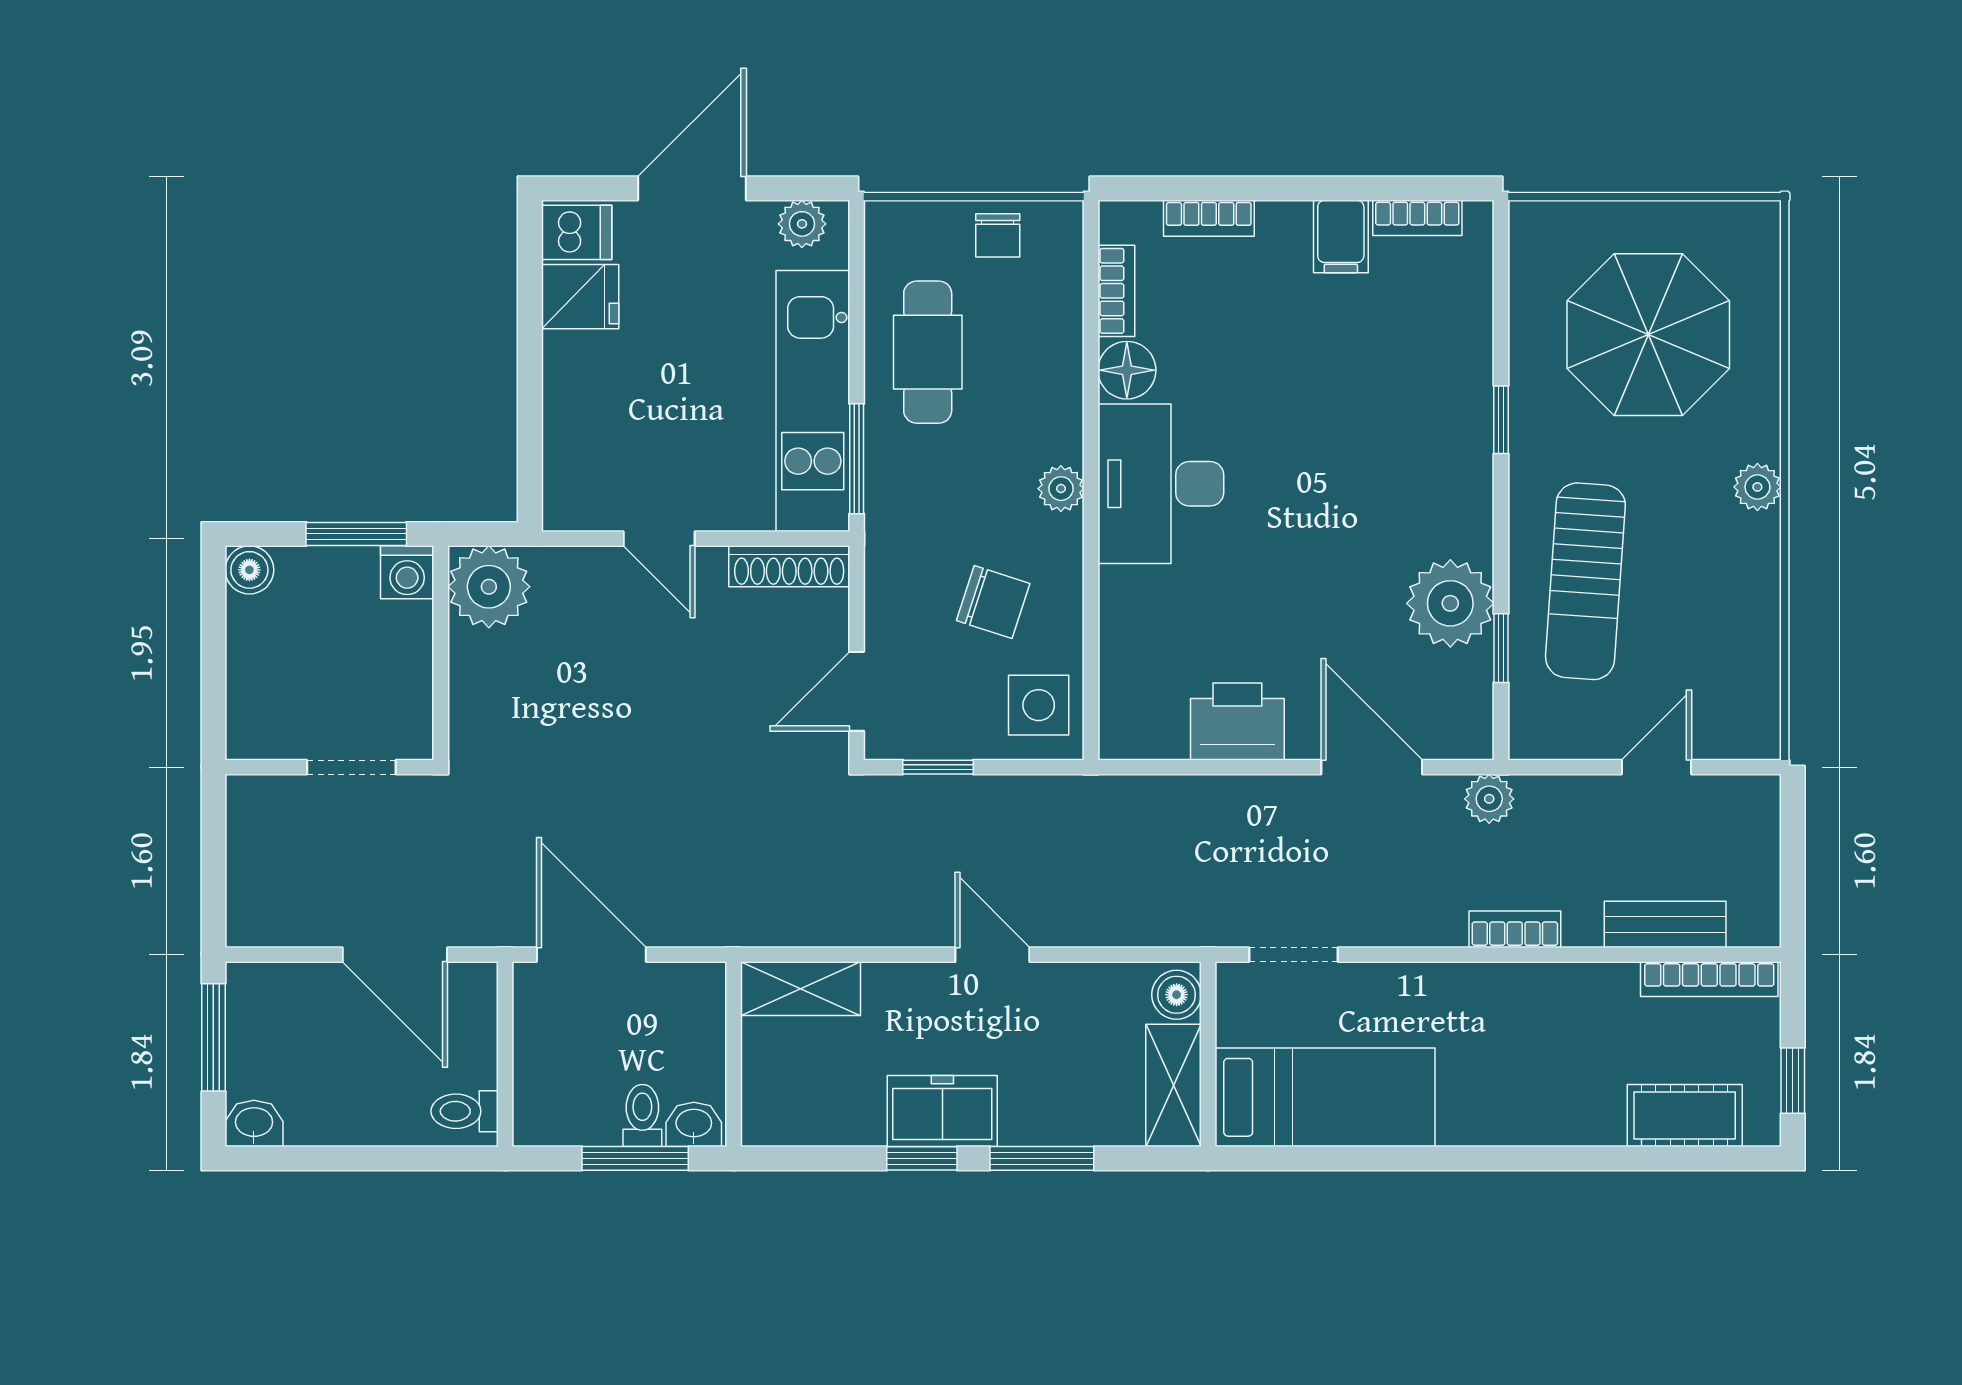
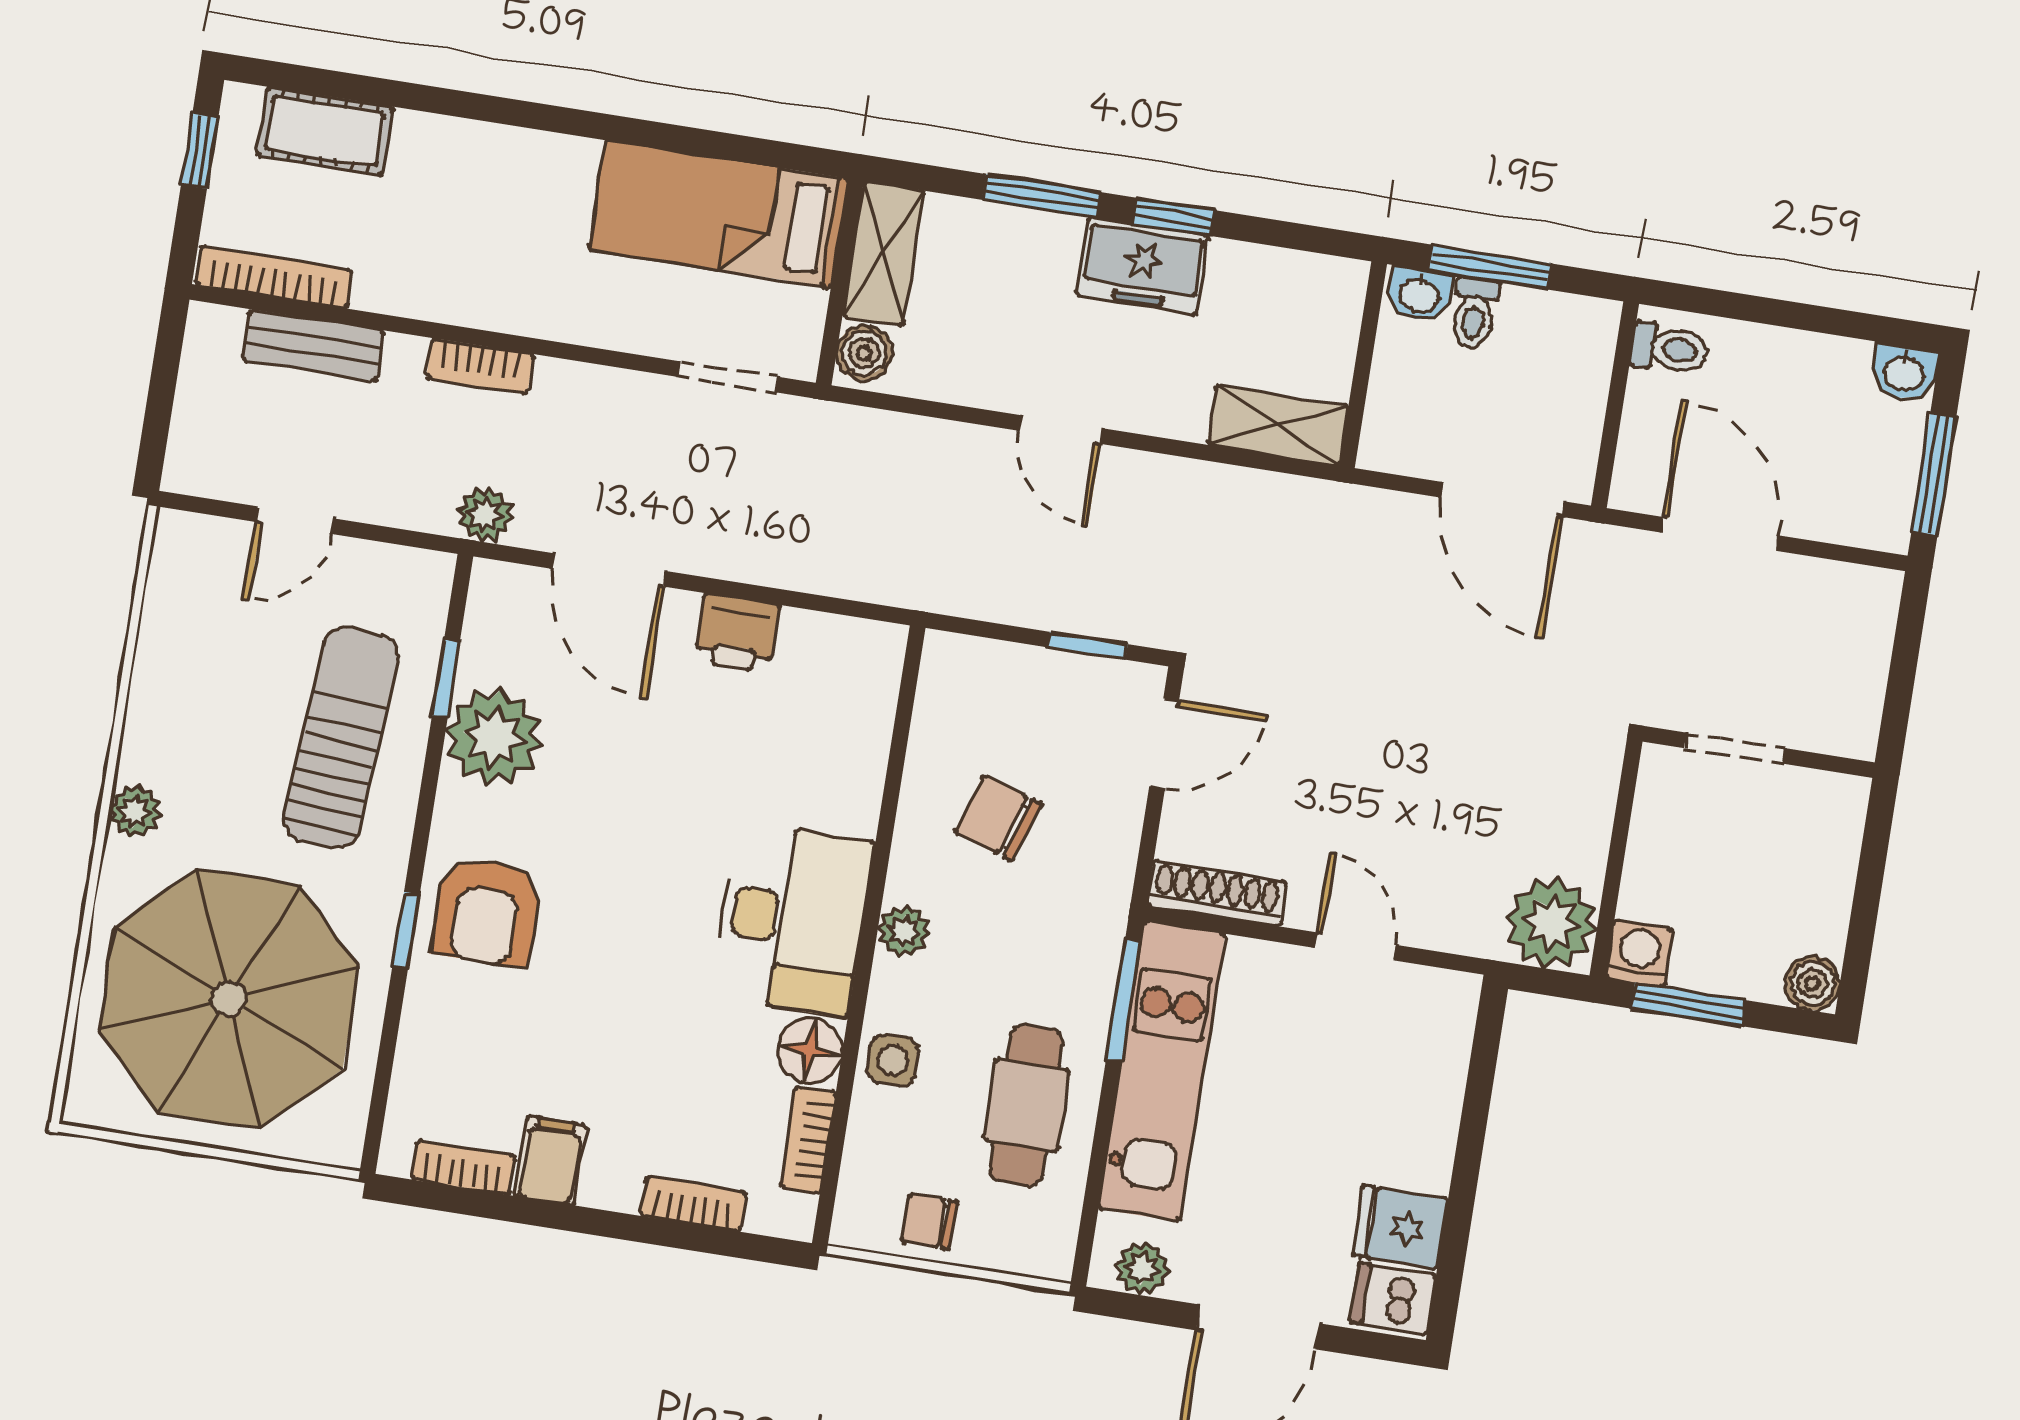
chair: (998, 235) -> (929, 1222), turned -90
parasol: (1648, 335) -> (229, 999), width x1.36, depth x1.36
armchair: (1433, 447) -> (486, 912), added
side table: (1039, 705) -> (893, 1060), moved, width x0.73, depth x0.73
printer: (1237, 721) -> (737, 633), width x0.73, depth x0.81

